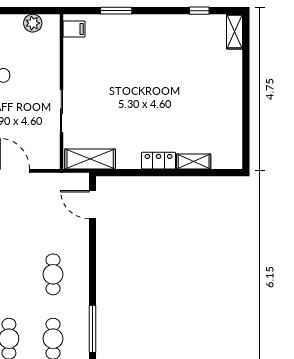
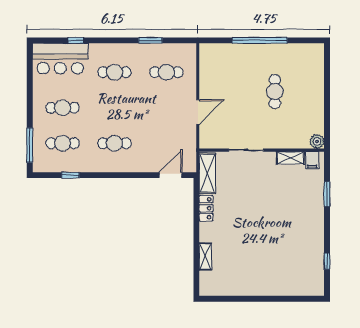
plant: (33, 23) -> (317, 141), moved
shelving: (235, 32) -> (290, 158), moved
locker: (159, 161) -> (206, 208), moved
window: (93, 329) -> (70, 175), width x0.46

